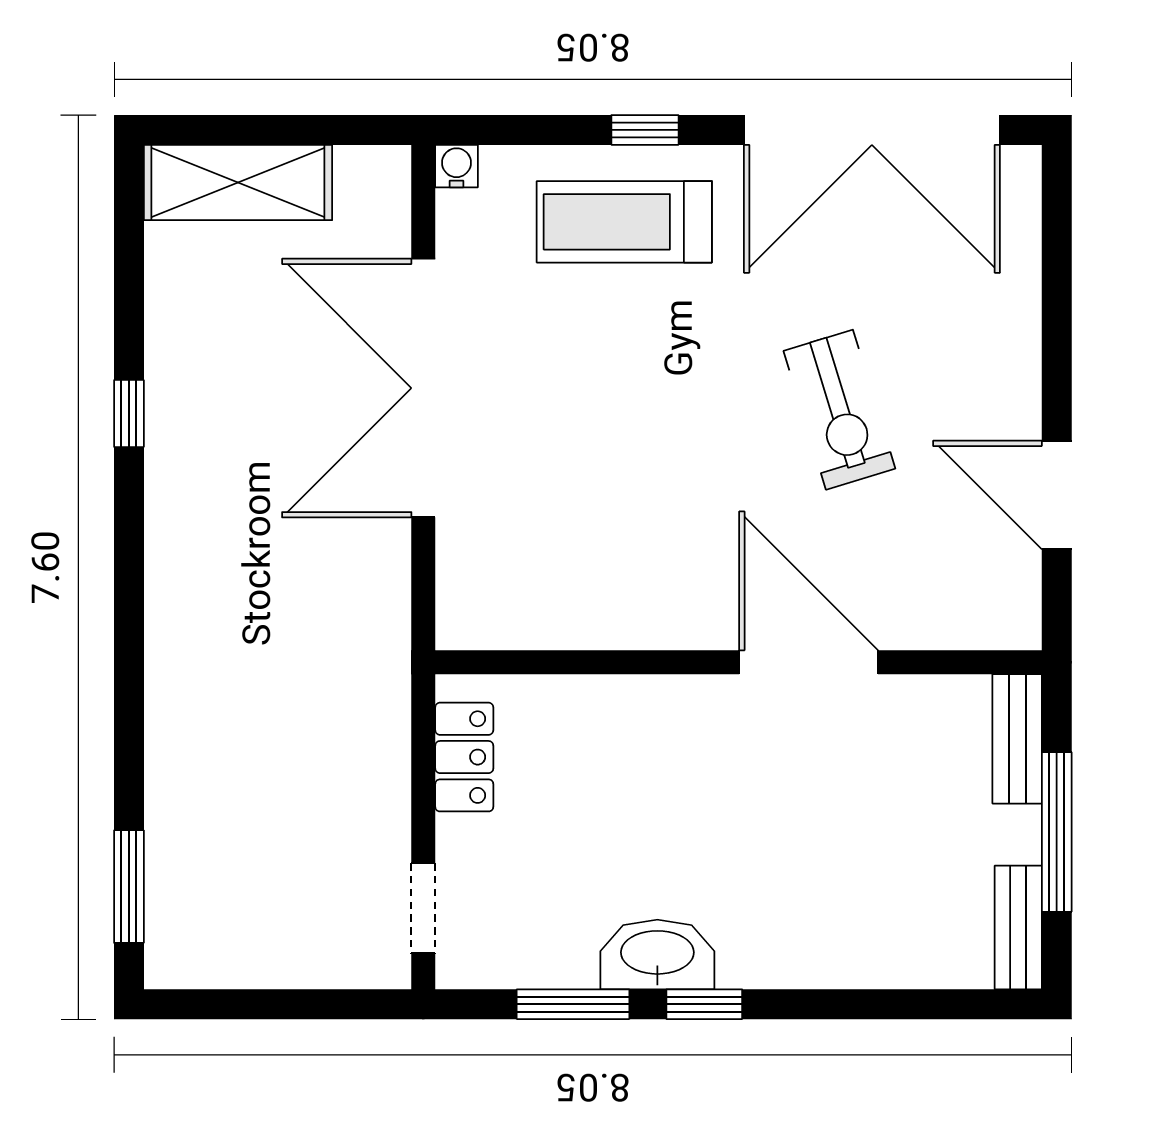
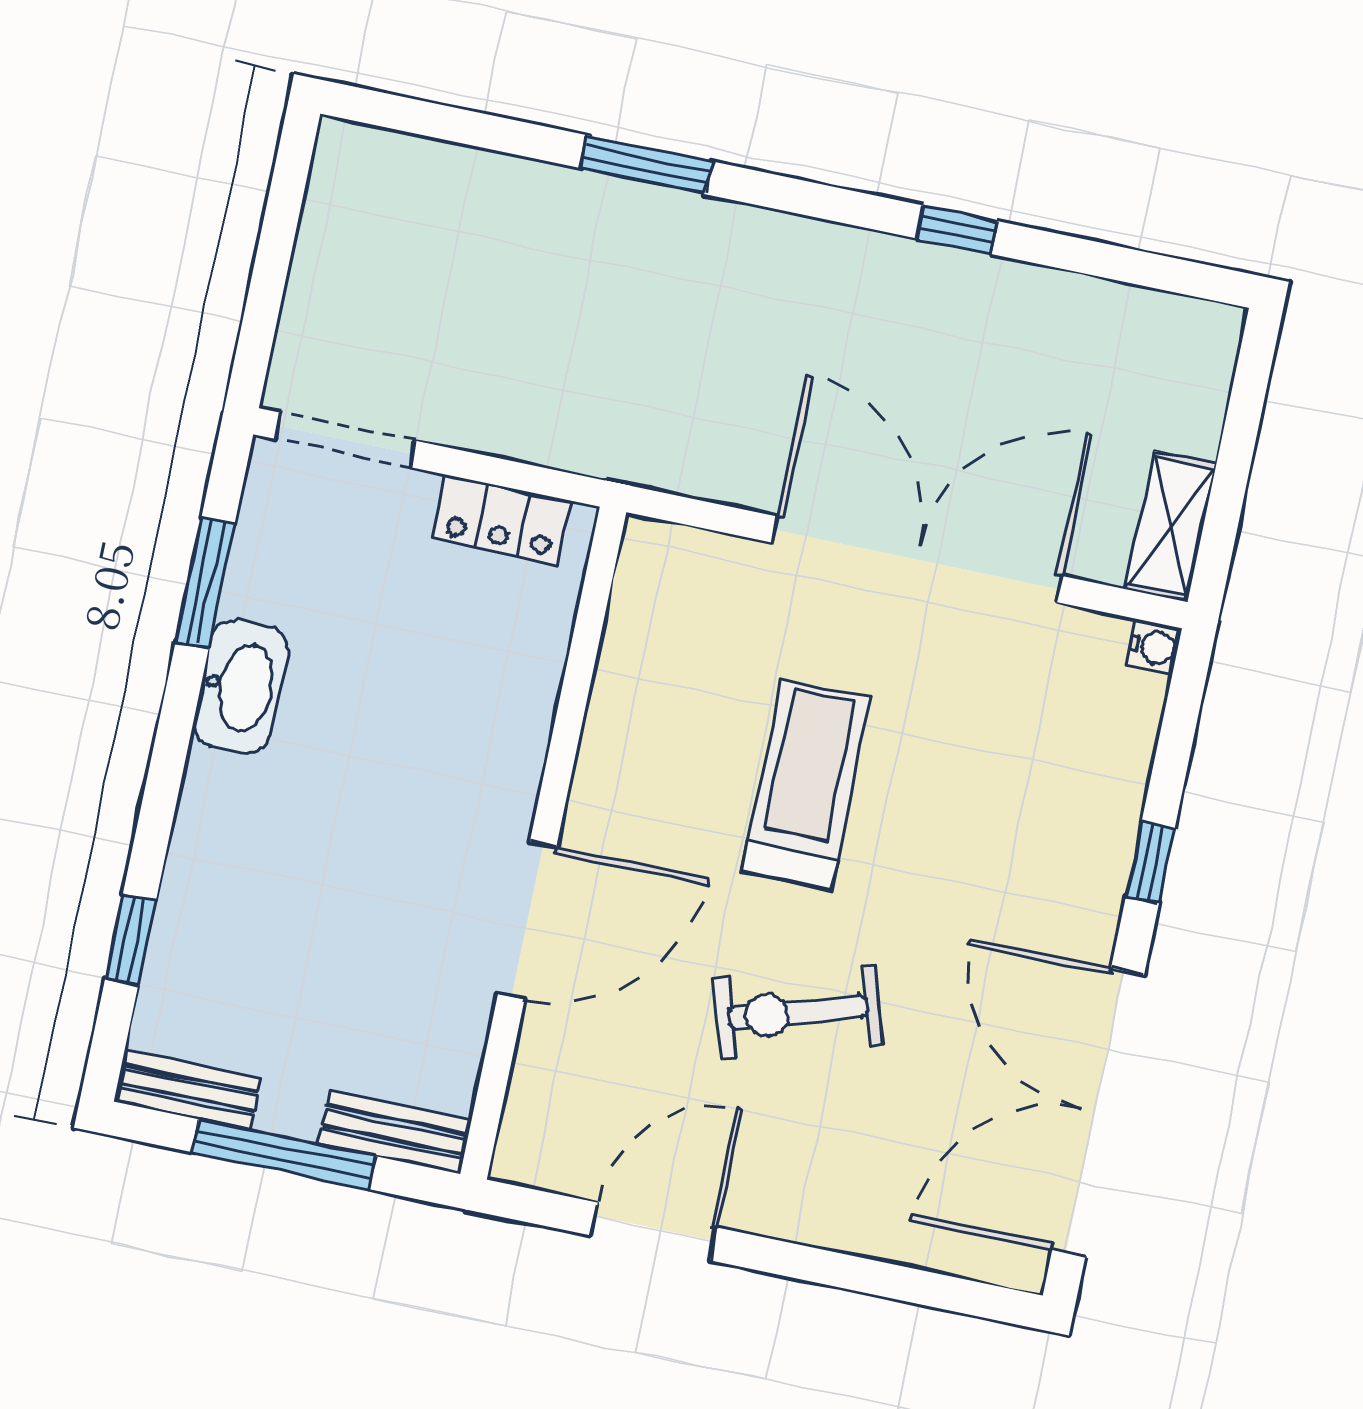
shelving: (238, 182) -> (1171, 527), moved, width x0.67, depth x0.75
treadmill: (624, 222) -> (806, 784), moved
window: (129, 887) -> (646, 165), moved
doorway: (423, 908) -> (345, 440), width x1.38
window: (704, 1004) -> (130, 940), moved

